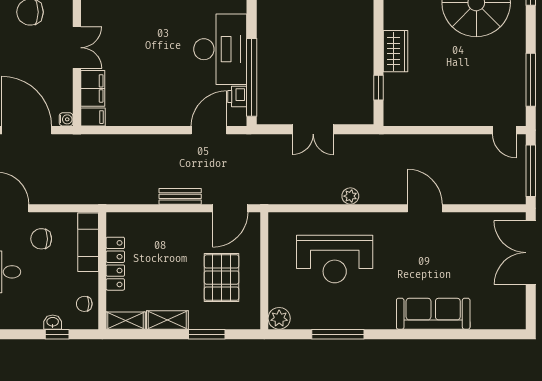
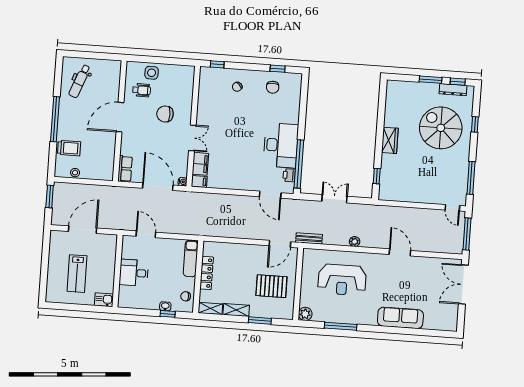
wardrobe: (395, 51) -> (390, 140), moved
double door: (313, 129) -> (334, 199), swing flipped
door: (209, 130) -> (270, 195), swing flipped
bench: (180, 196) -> (309, 239), moved
chair: (41, 239) -> (162, 254), removed
pallet: (222, 278) -> (271, 286), turned 90

